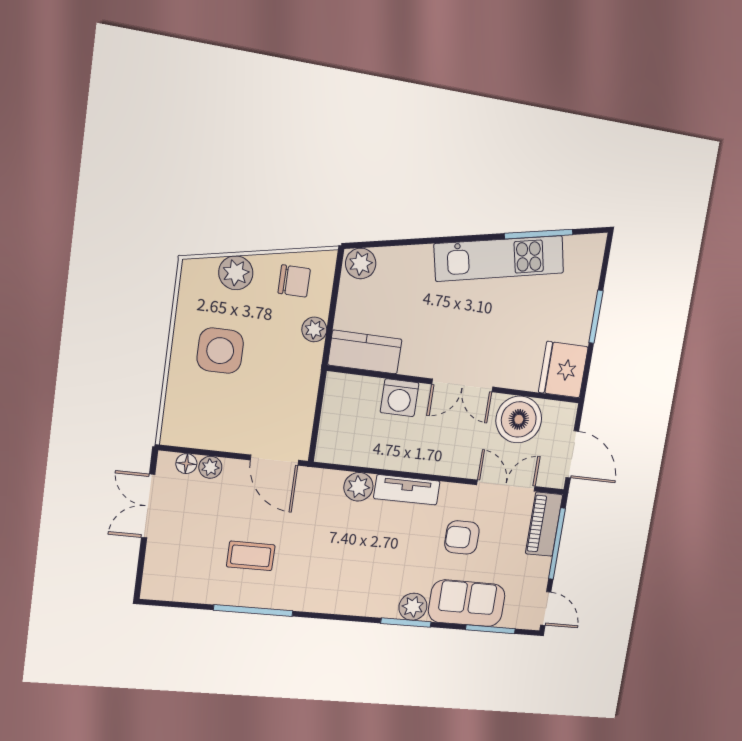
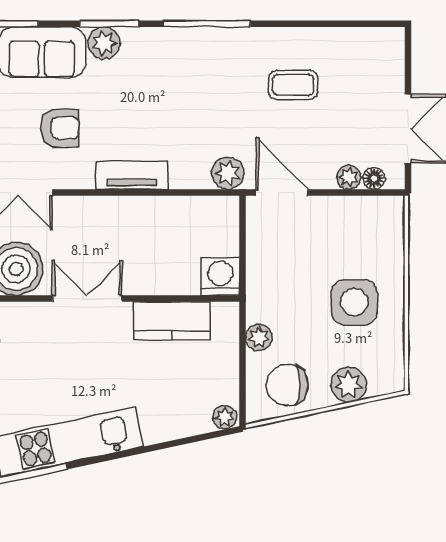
plant: (361, 263) -> (225, 417), width x0.73, depth x0.73
chair: (294, 281) -> (287, 385), width x1.37, depth x1.37
kitchen counter: (365, 352) -> (172, 321), moved
washing machine: (400, 398) -> (220, 276), moved
plant: (358, 487) -> (228, 173), moved
window: (253, 611) -> (207, 24), moved

